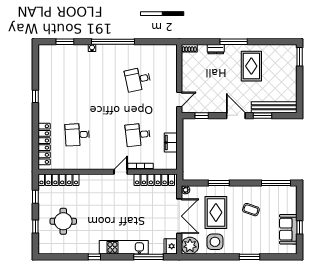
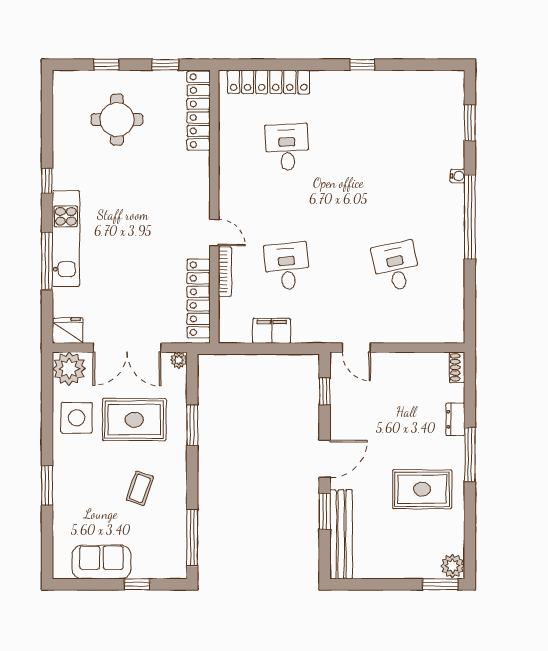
plant: (290, 51) -> (453, 566), added
window: (300, 227) -> (137, 584), moved
window: (148, 257) -> (47, 261), moved

